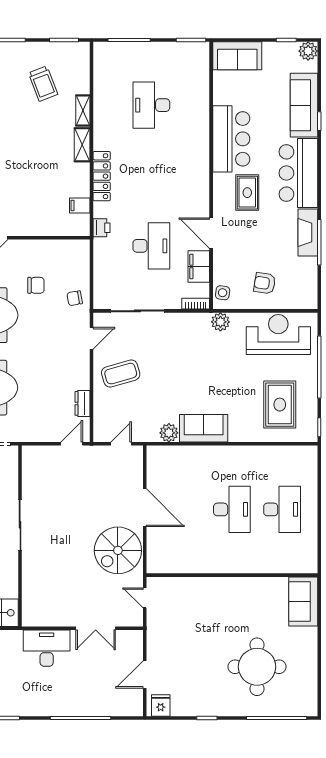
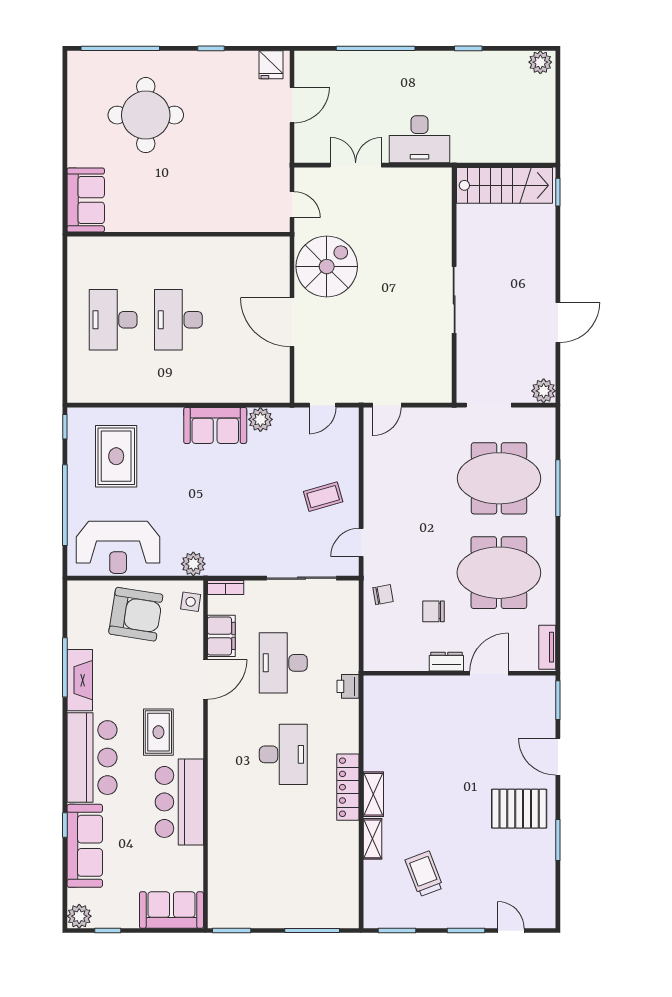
desk: (151, 105) -> (283, 754), moved
locker: (102, 176) -> (348, 787), moved
filing cabinet: (80, 205) -> (376, 715), removed
door: (211, 233) -> (205, 679), hinge flipped
armchair: (265, 283) -> (136, 614), width x1.88, depth x1.88
coffee table: (121, 374) -> (323, 497), width x0.73, depth x0.77
dresser: (83, 403) -> (446, 662), moved, turned -90

